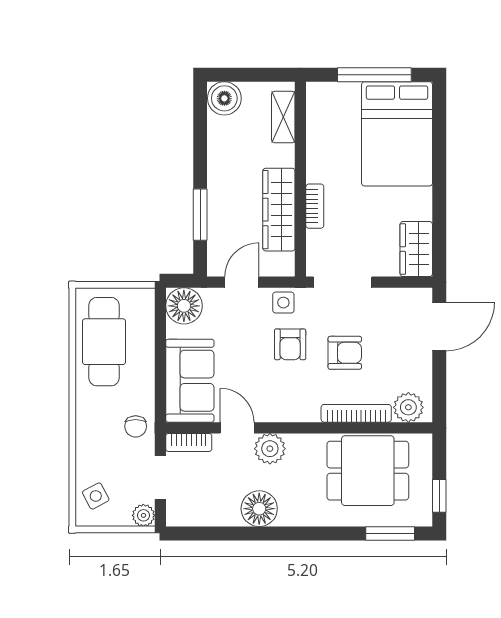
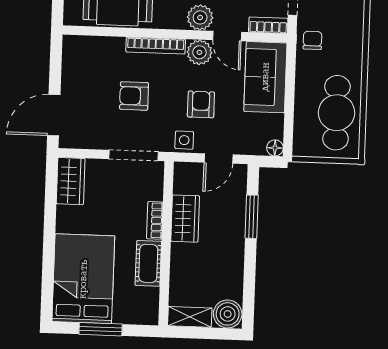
window: (374, 75) -> (101, 329), width x0.69
shelving: (283, 117) -> (190, 317), moved, turned 90
cot: (321, 155) -> (148, 263), added
wardrobe: (279, 210) -> (185, 219), width x0.67
floor lamp: (184, 306) -> (275, 148), width x0.53, depth x0.53
armchair: (290, 344) -> (201, 104), moved
plant: (408, 407) -> (199, 52), moved
bookcase: (356, 413) -> (156, 46), moved

